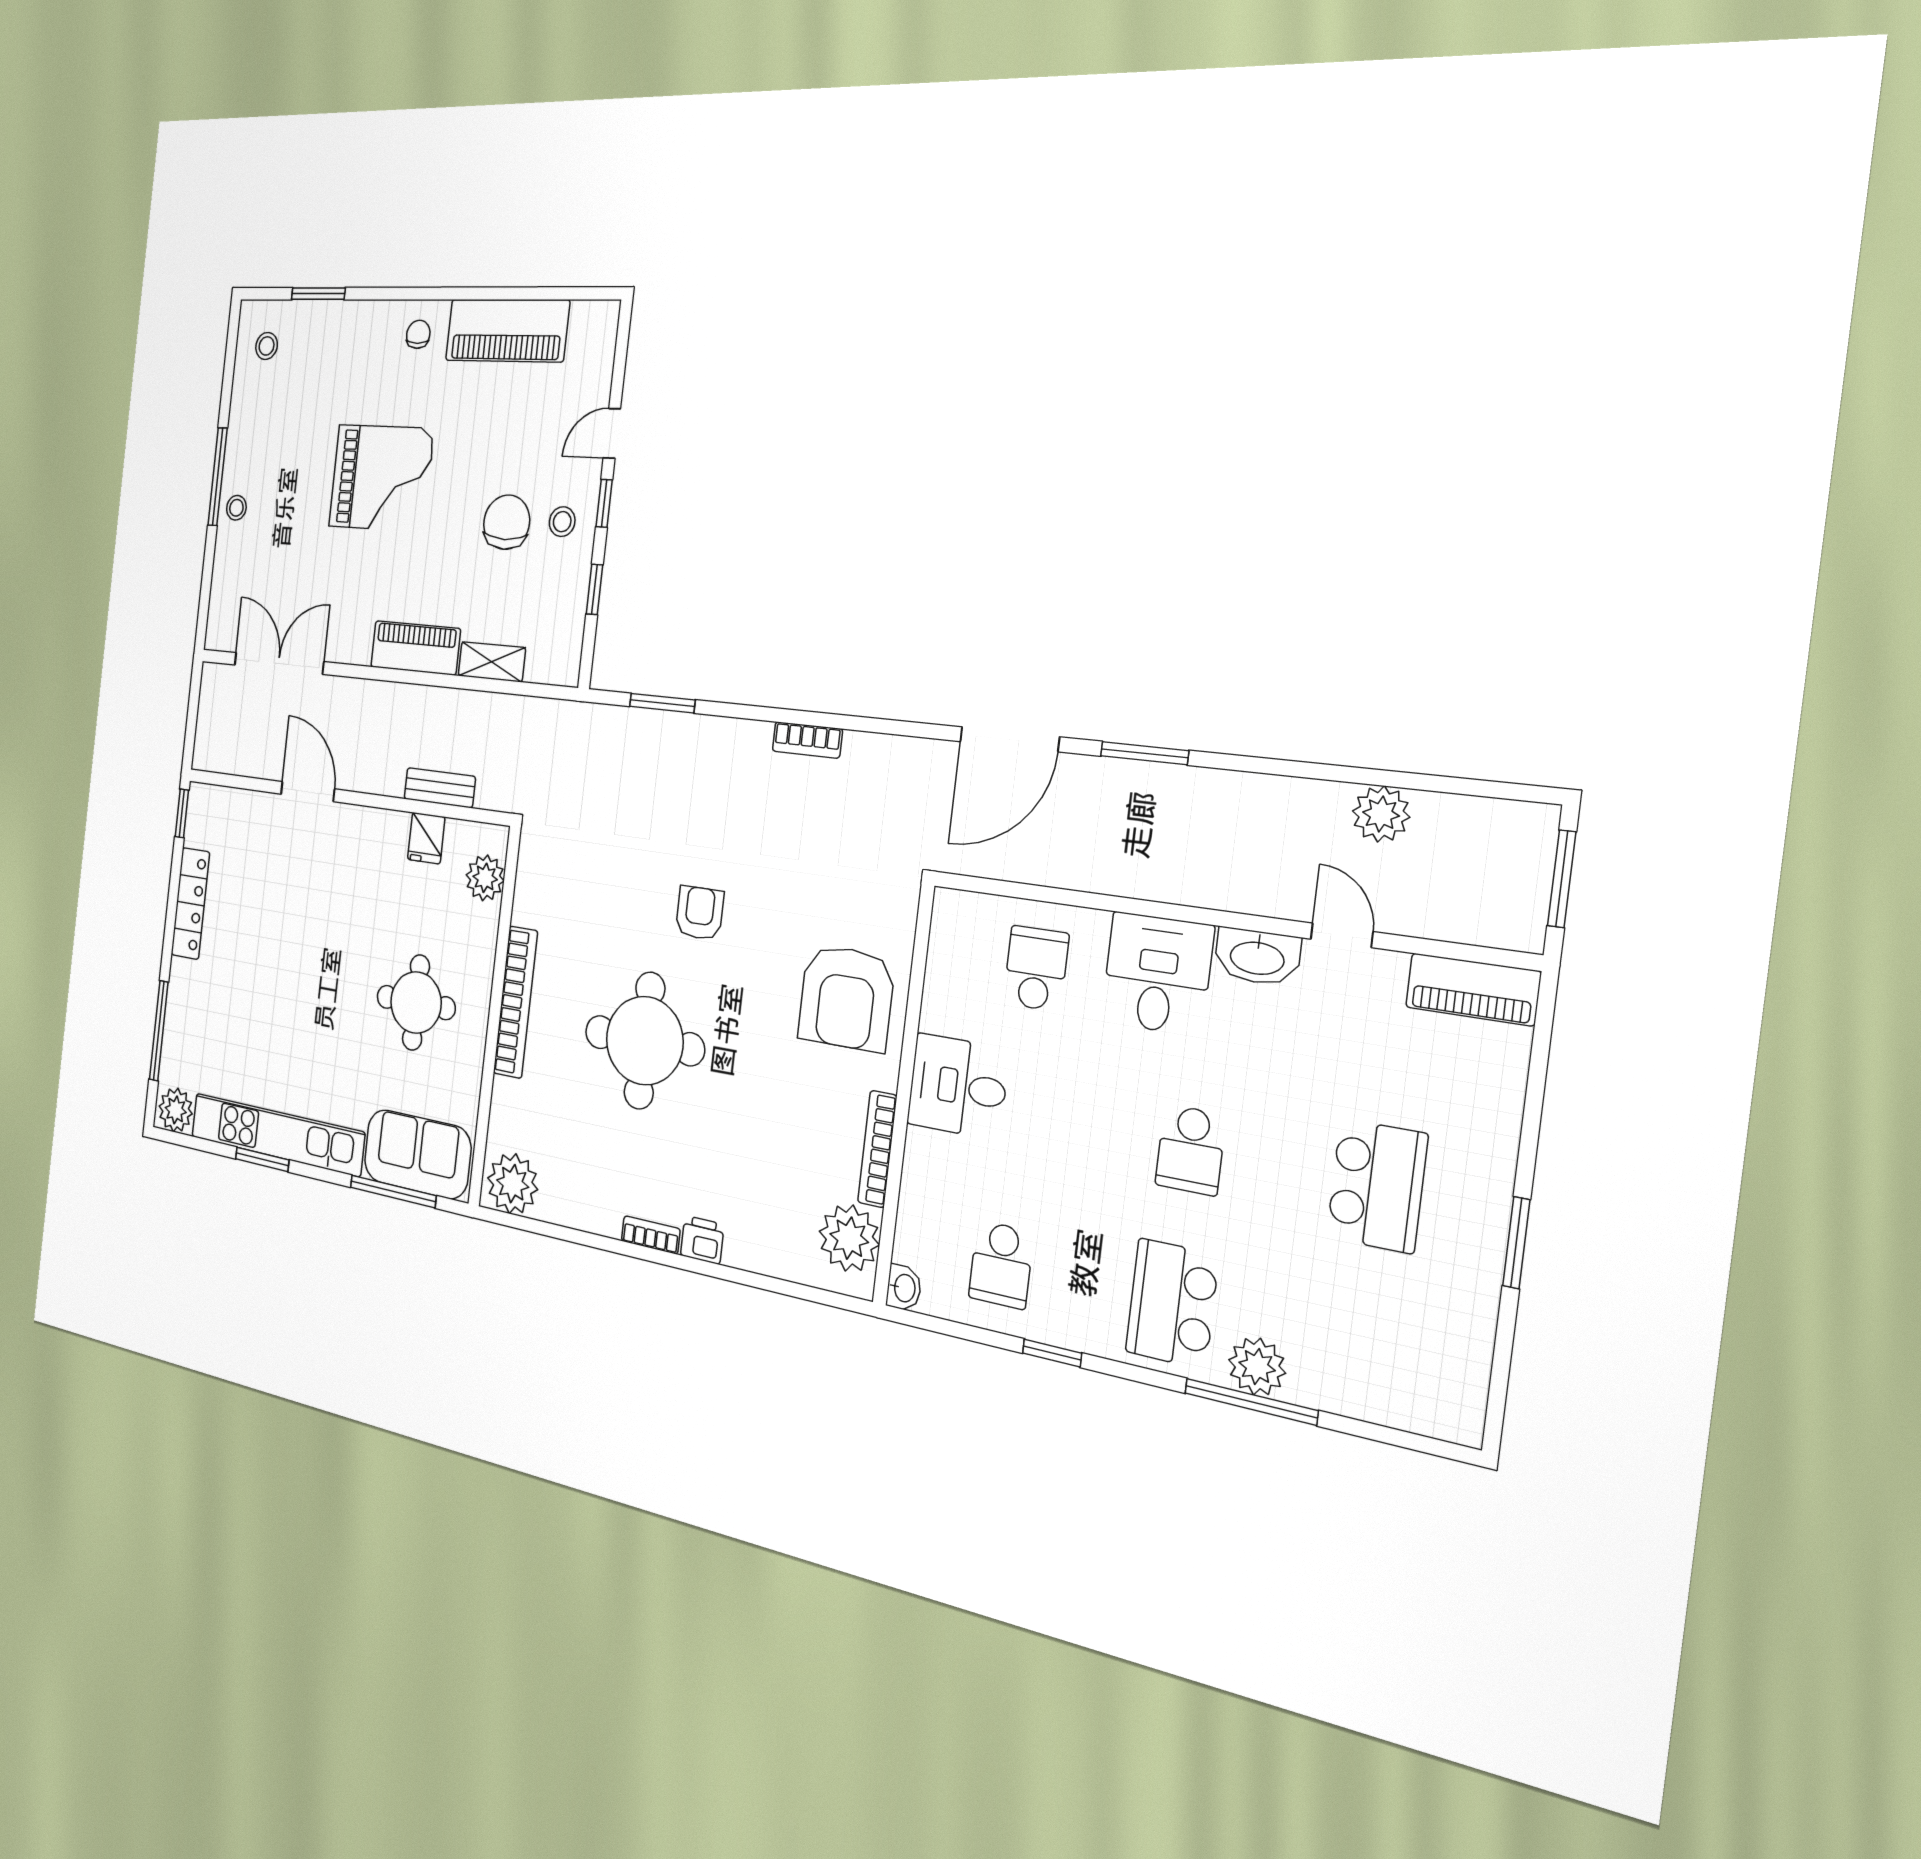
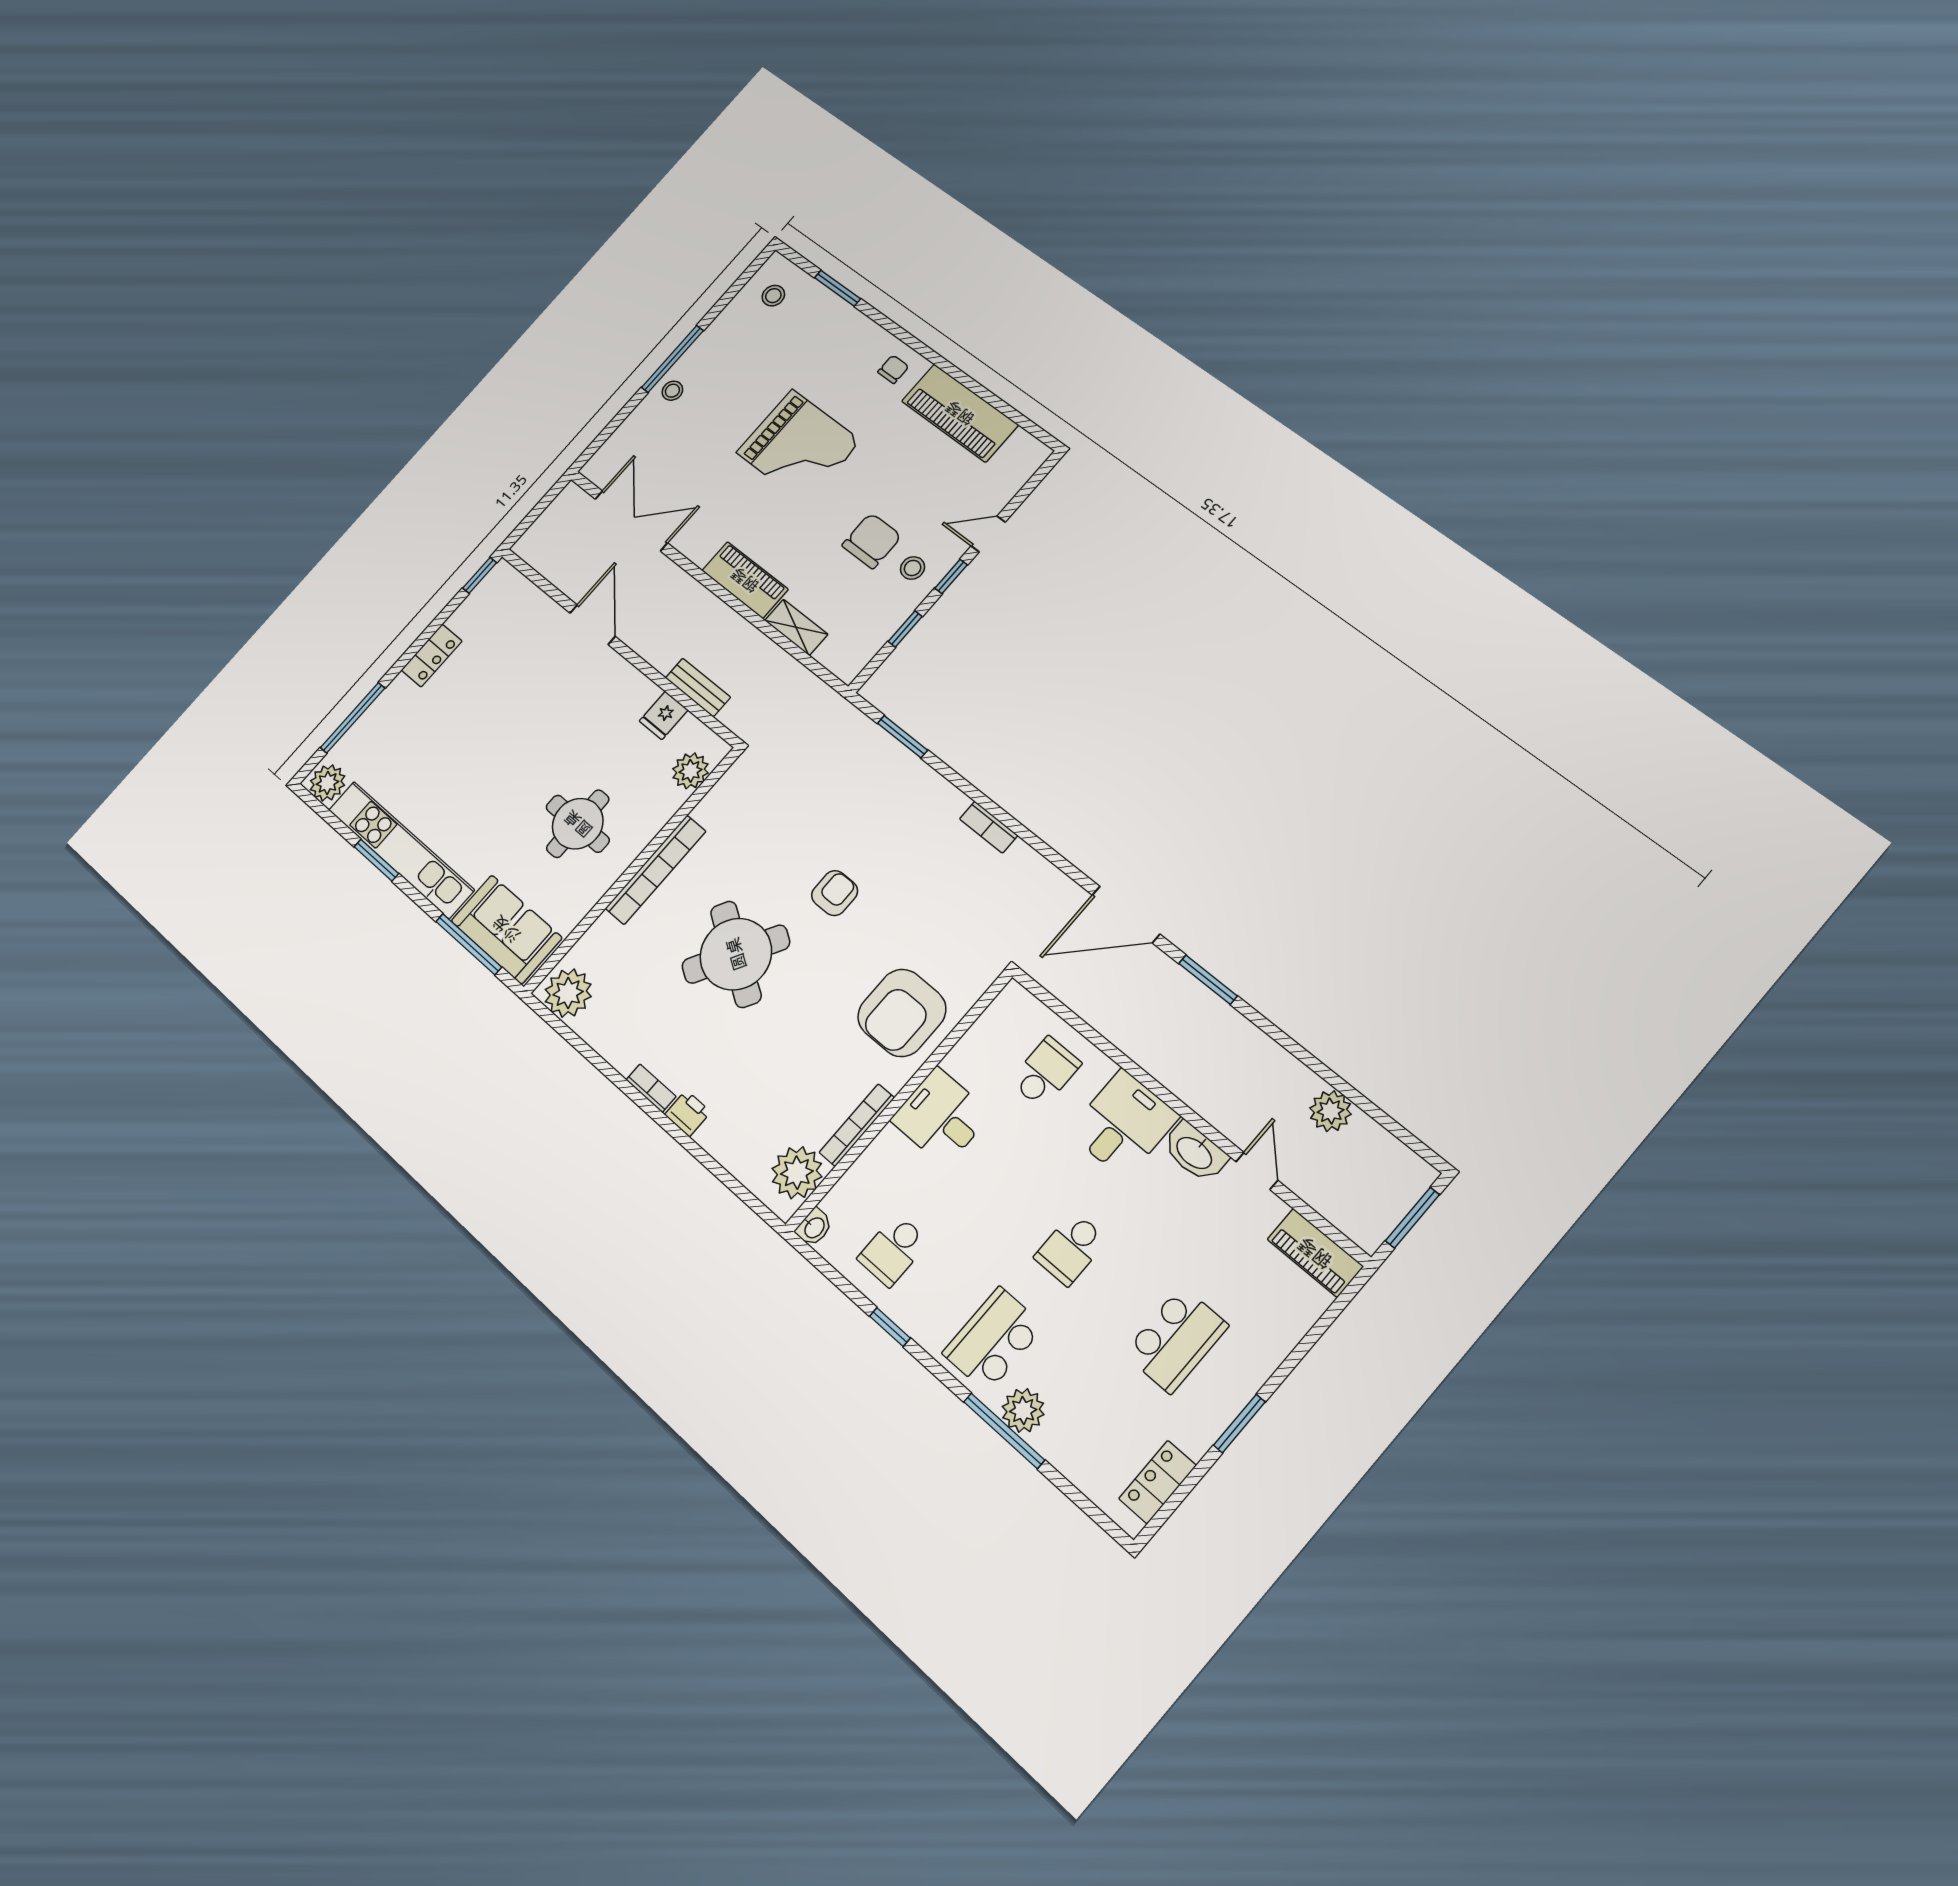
locker: (190, 903) -> (432, 656), width x0.66
round table: (645, 1041) -> (736, 954), turned 31
locker: (1465, 1366) -> (1157, 1482), added

